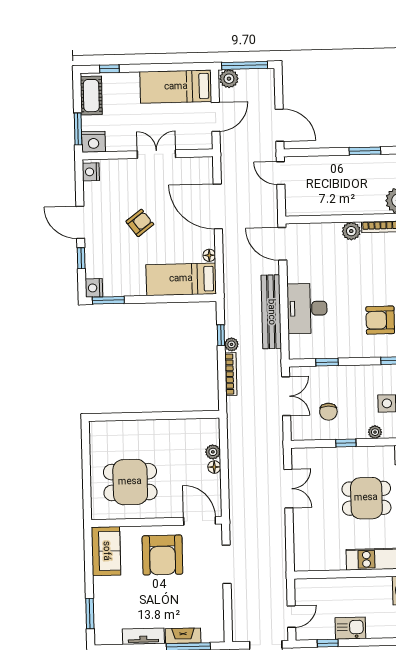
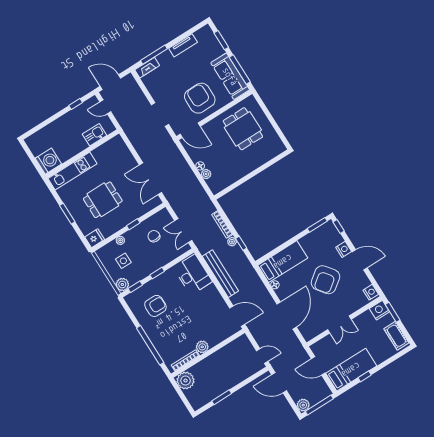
window: (109, 69) -> (365, 376), moved
plant: (229, 79) -> (303, 405), moved
door: (216, 117) -> (318, 366), hinge flipped
door: (218, 207) -> (287, 316), hinge flipped
armchair: (140, 223) -> (325, 280), width x1.88, depth x1.88
window: (81, 258) -> (339, 226), moved
nightstand: (94, 288) -> (344, 249), moved
desk: (307, 308) -> (193, 275), moved
window: (327, 362) -> (157, 273), moved
dining table: (130, 482) -> (243, 129), turned 90
double door: (288, 489) -> (151, 179), width x1.37
sofa: (106, 551) -> (230, 76), width x1.36
window: (89, 561) -> (240, 70), added
door: (291, 617) -> (105, 107), hinge flipped
kitchen sink: (350, 628) -> (95, 135), moved, turned 180
fireplace: (183, 636) -> (147, 68), moved

